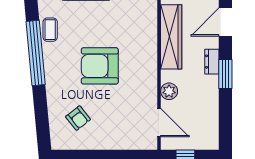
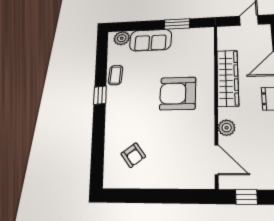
window: (36, 53) -> (100, 95), width x0.32
armchair: (100, 66) -> (178, 93), moved

